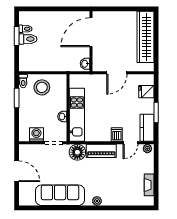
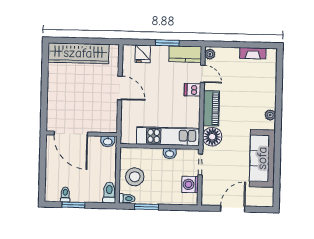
door: (91, 32) -> (71, 133), moved
toilet: (28, 39) -> (109, 193), moved
wall: (91, 41) -> (82, 134), moved
washbasin: (85, 64) -> (108, 141), moved

